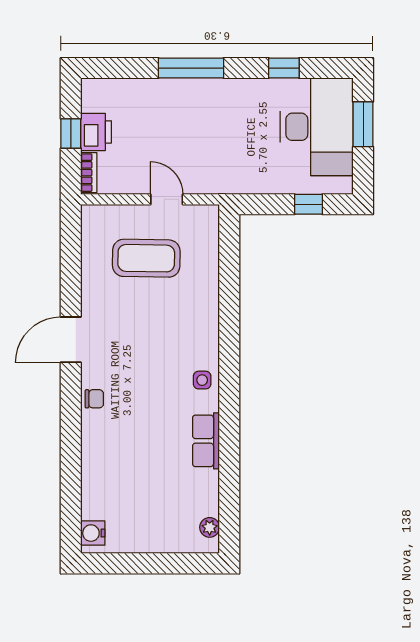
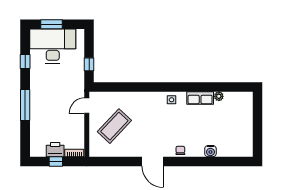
door: (167, 199) -> (87, 106), moved
window: (309, 204) -> (89, 64), moved
coffee table: (146, 258) -> (114, 126), turned 42
plant: (210, 527) -> (219, 96), moved
water cooler: (93, 533) -> (210, 151), moved

